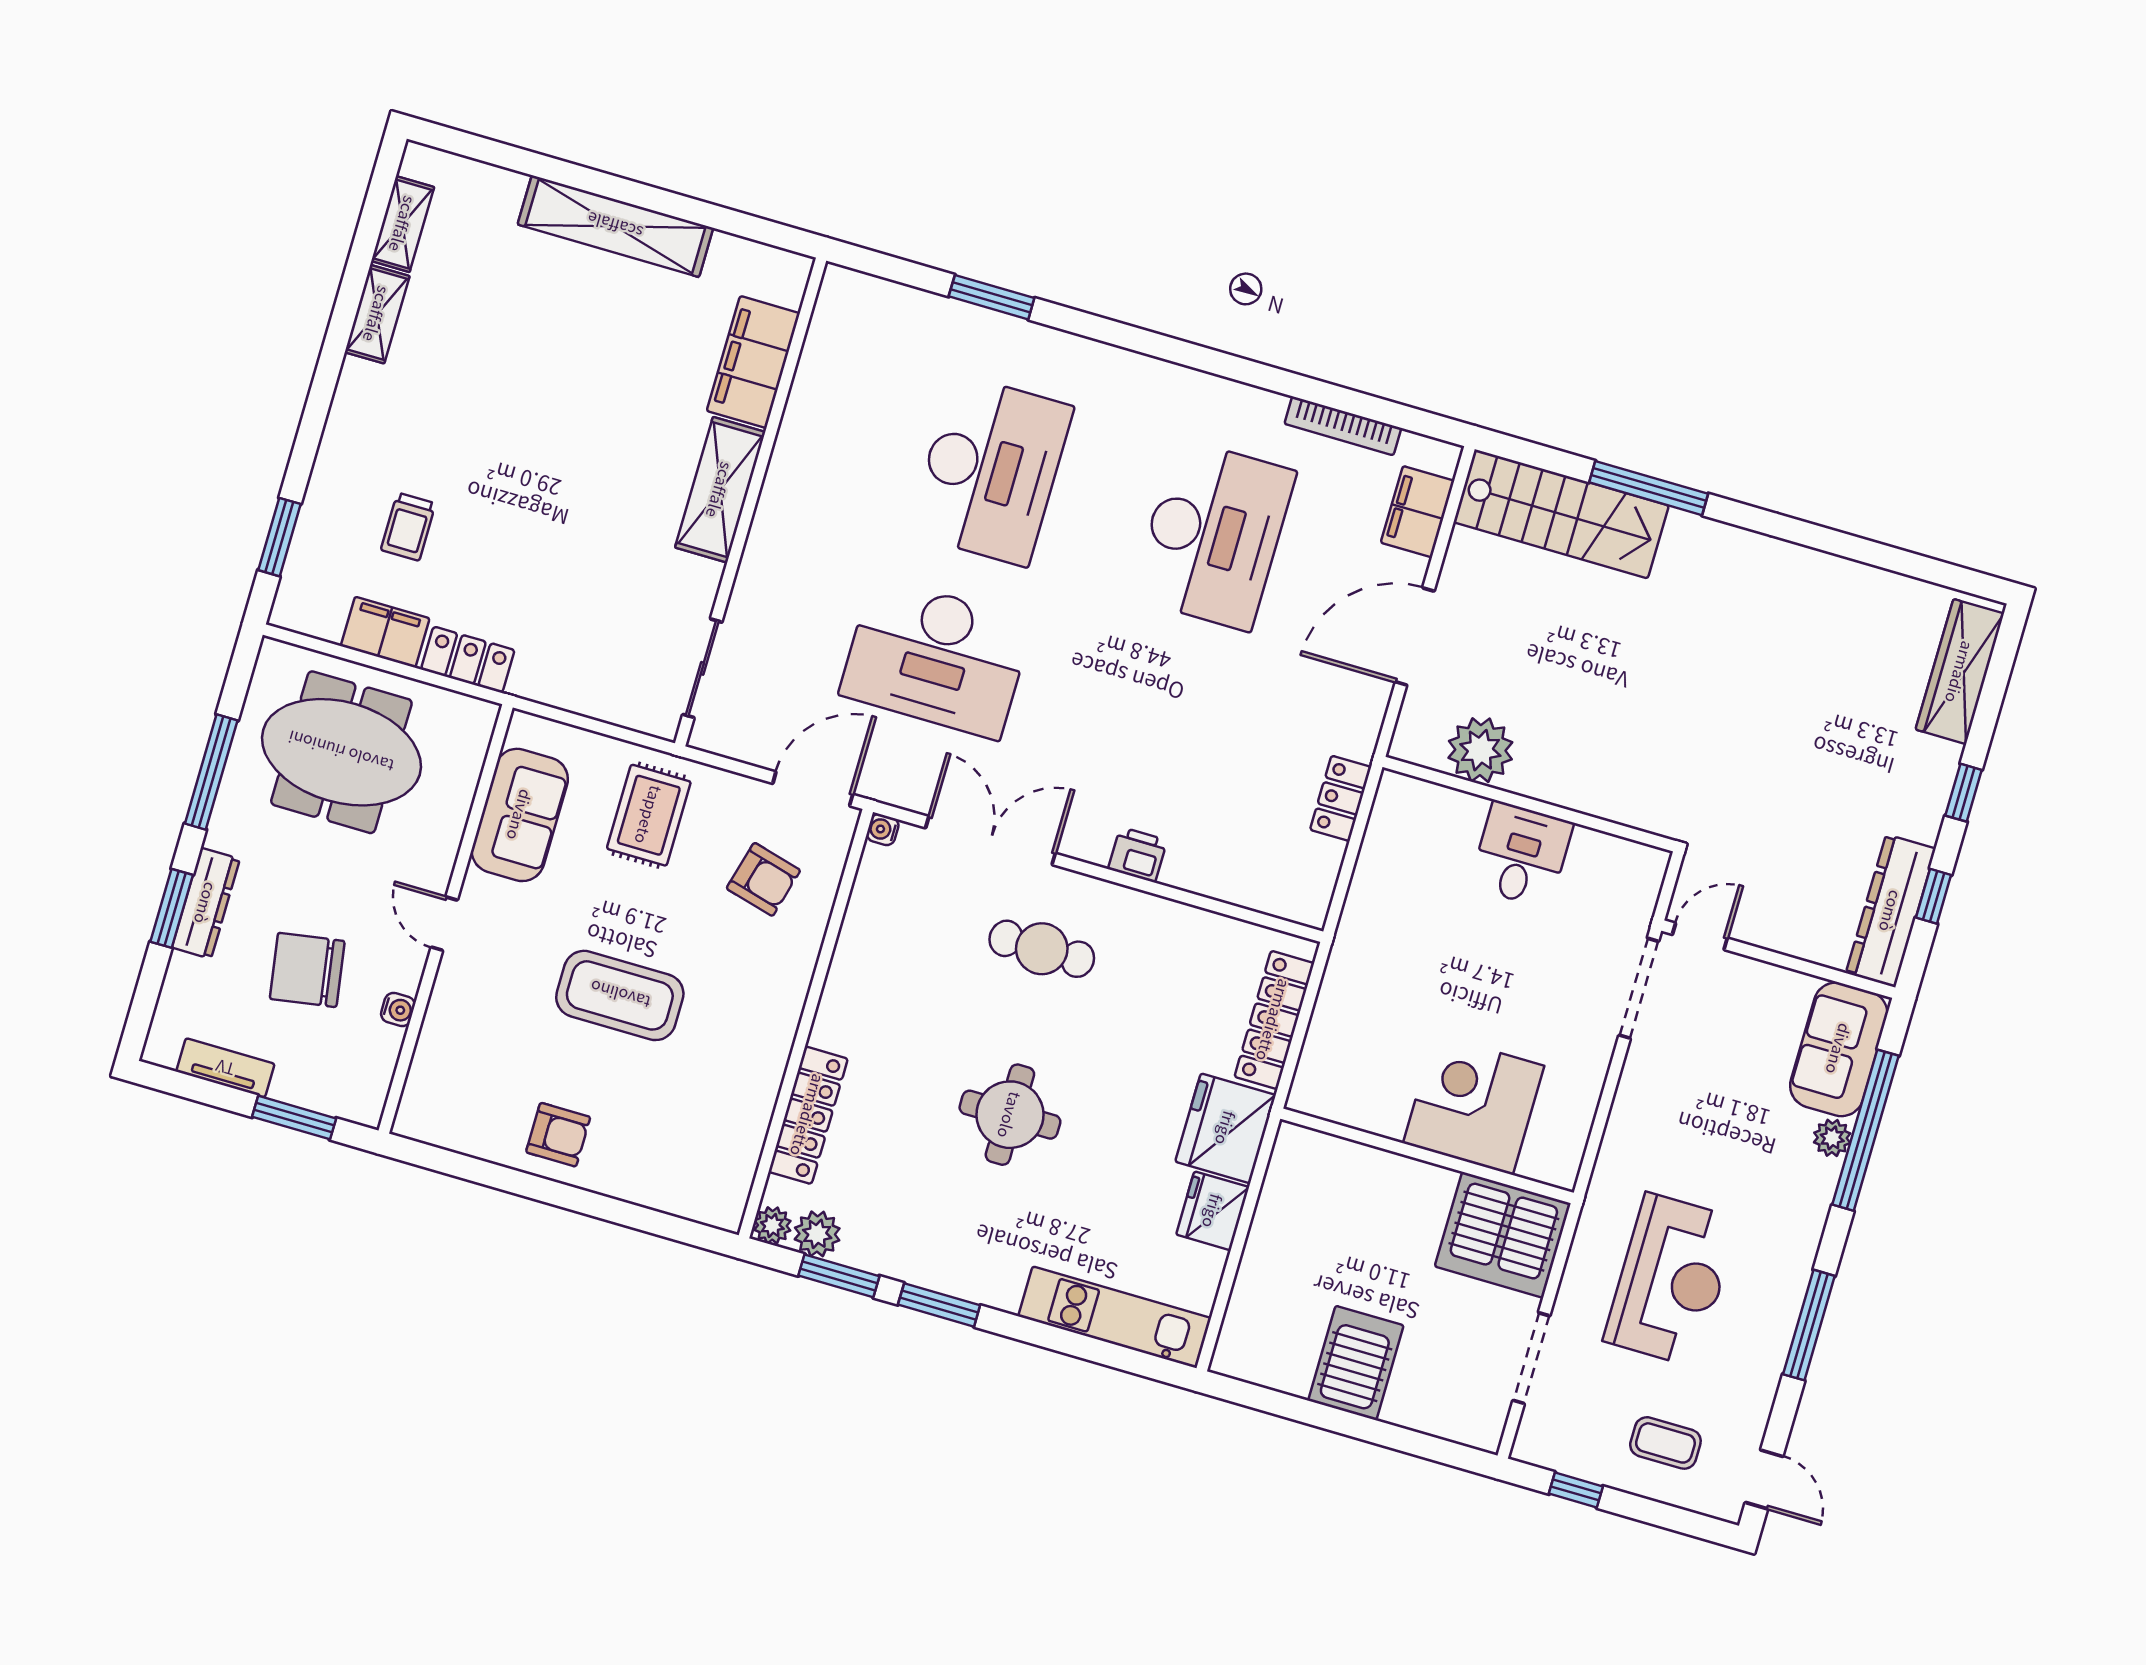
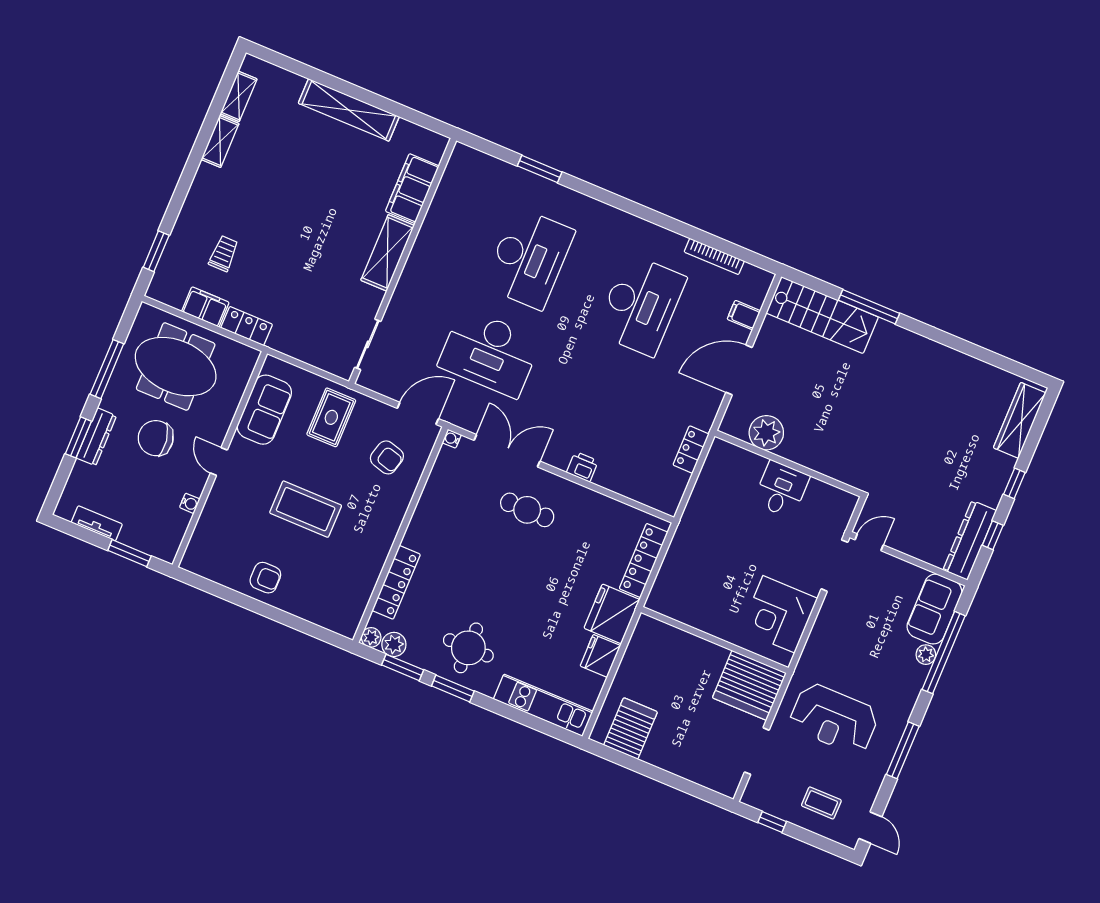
filing cabinet: (1418, 512) -> (744, 315), width x0.50
trolley: (408, 527) -> (224, 254), turned 180
chair: (307, 970) -> (156, 438), moved
corner desk: (1474, 1104) -> (779, 614), moved, turned -90
round table: (1010, 1115) -> (468, 648), moved
reception desk: (1671, 1280) -> (834, 719), turned 90
server rack: (1356, 1363) -> (631, 729), moved

